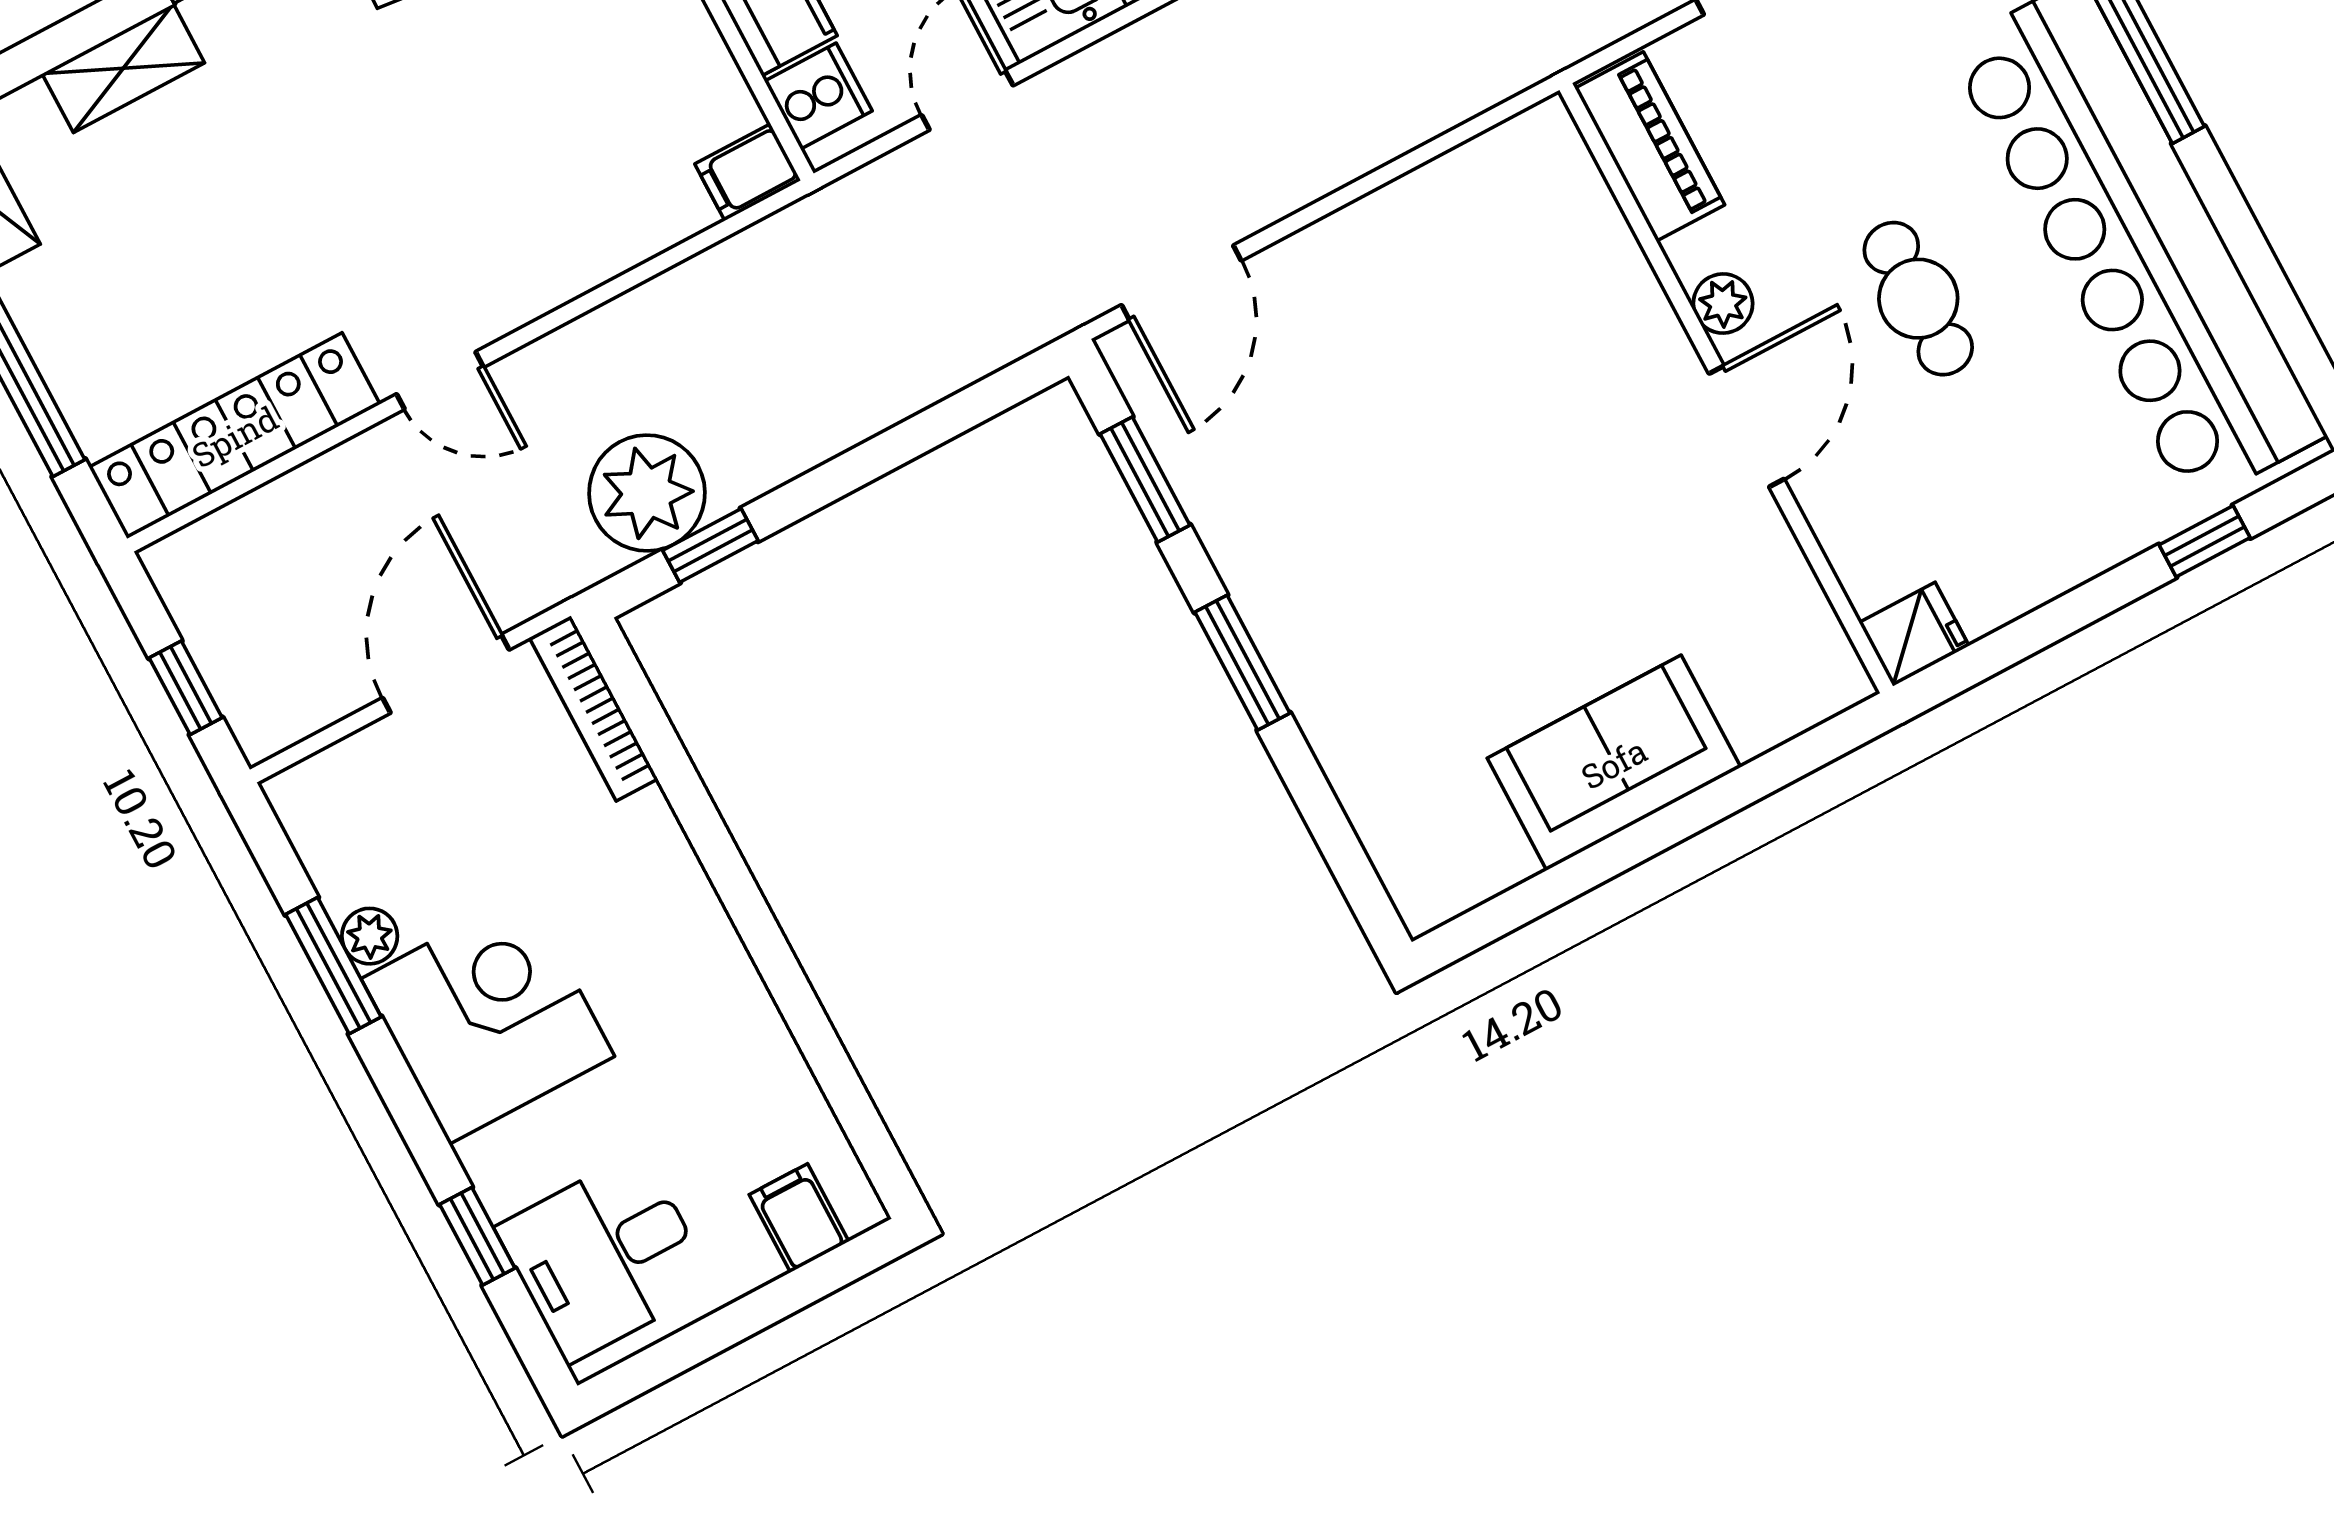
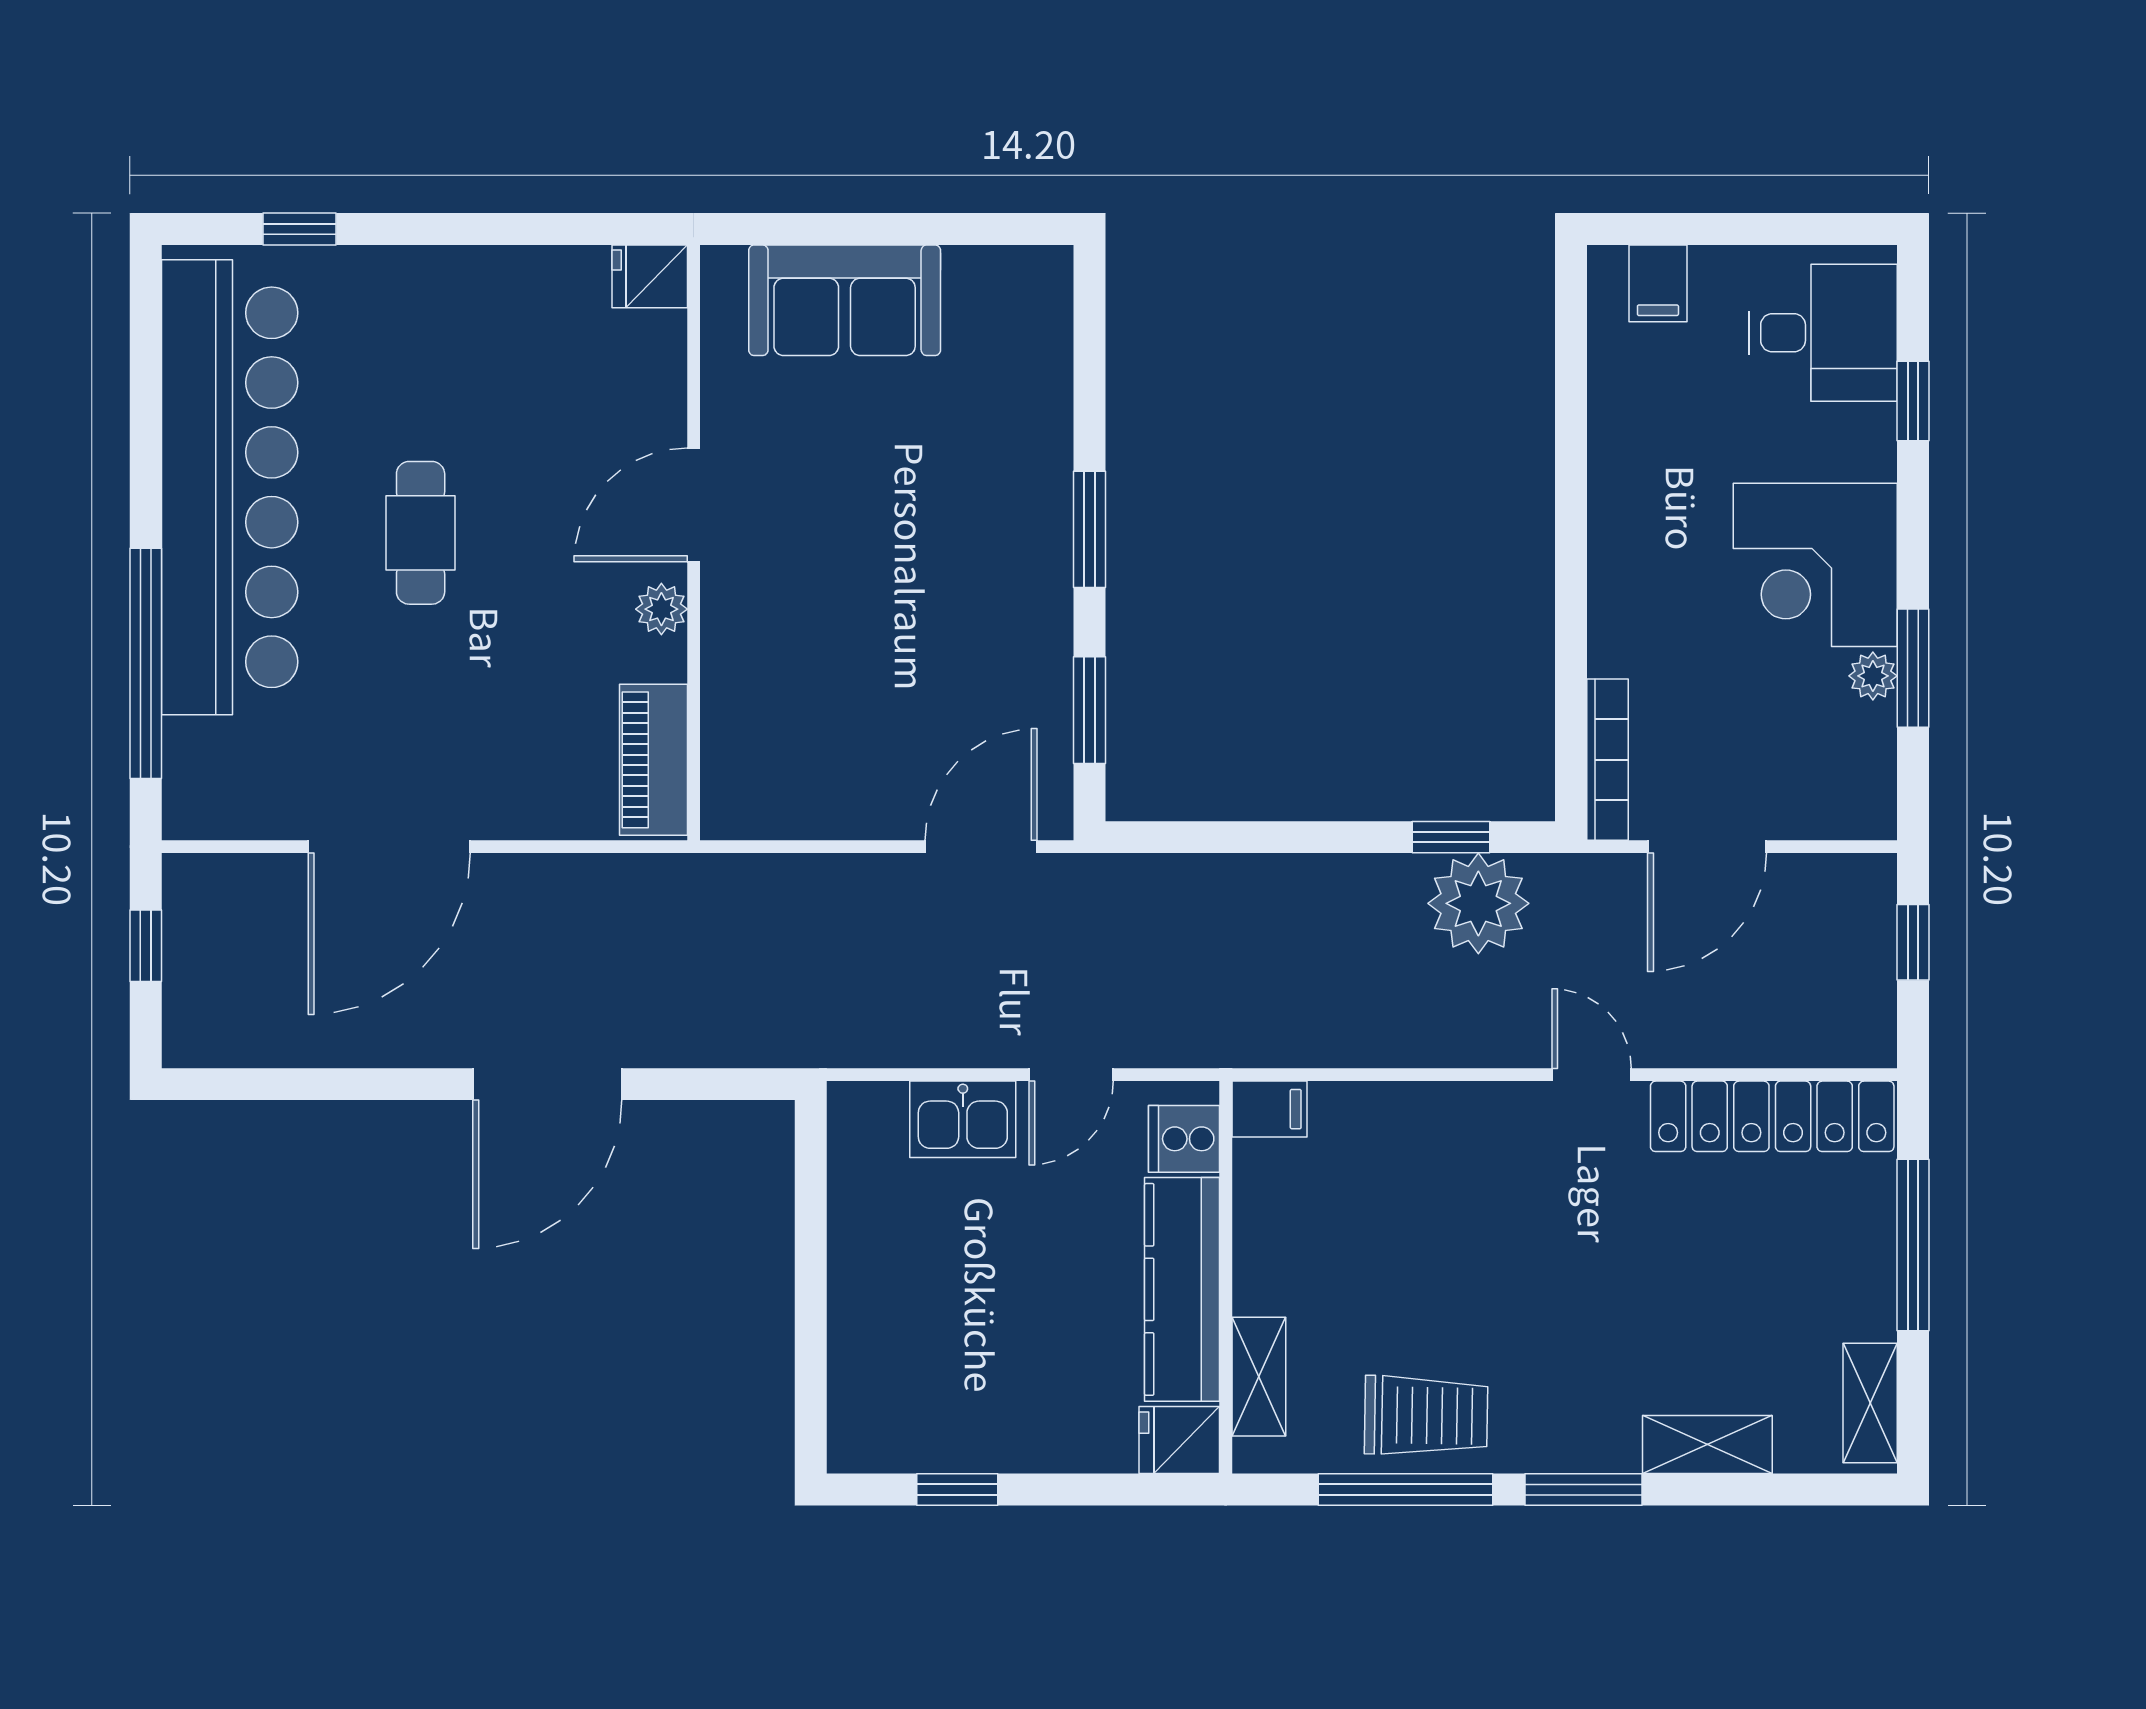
piano: (1650, 146) -> (653, 760), moved
plant: (1723, 303) -> (661, 609), moved
wall: (1726, 388) -> (694, 543), moved
door: (1747, 426) -> (694, 505), moved
fridge: (1914, 634) -> (650, 276), moved

